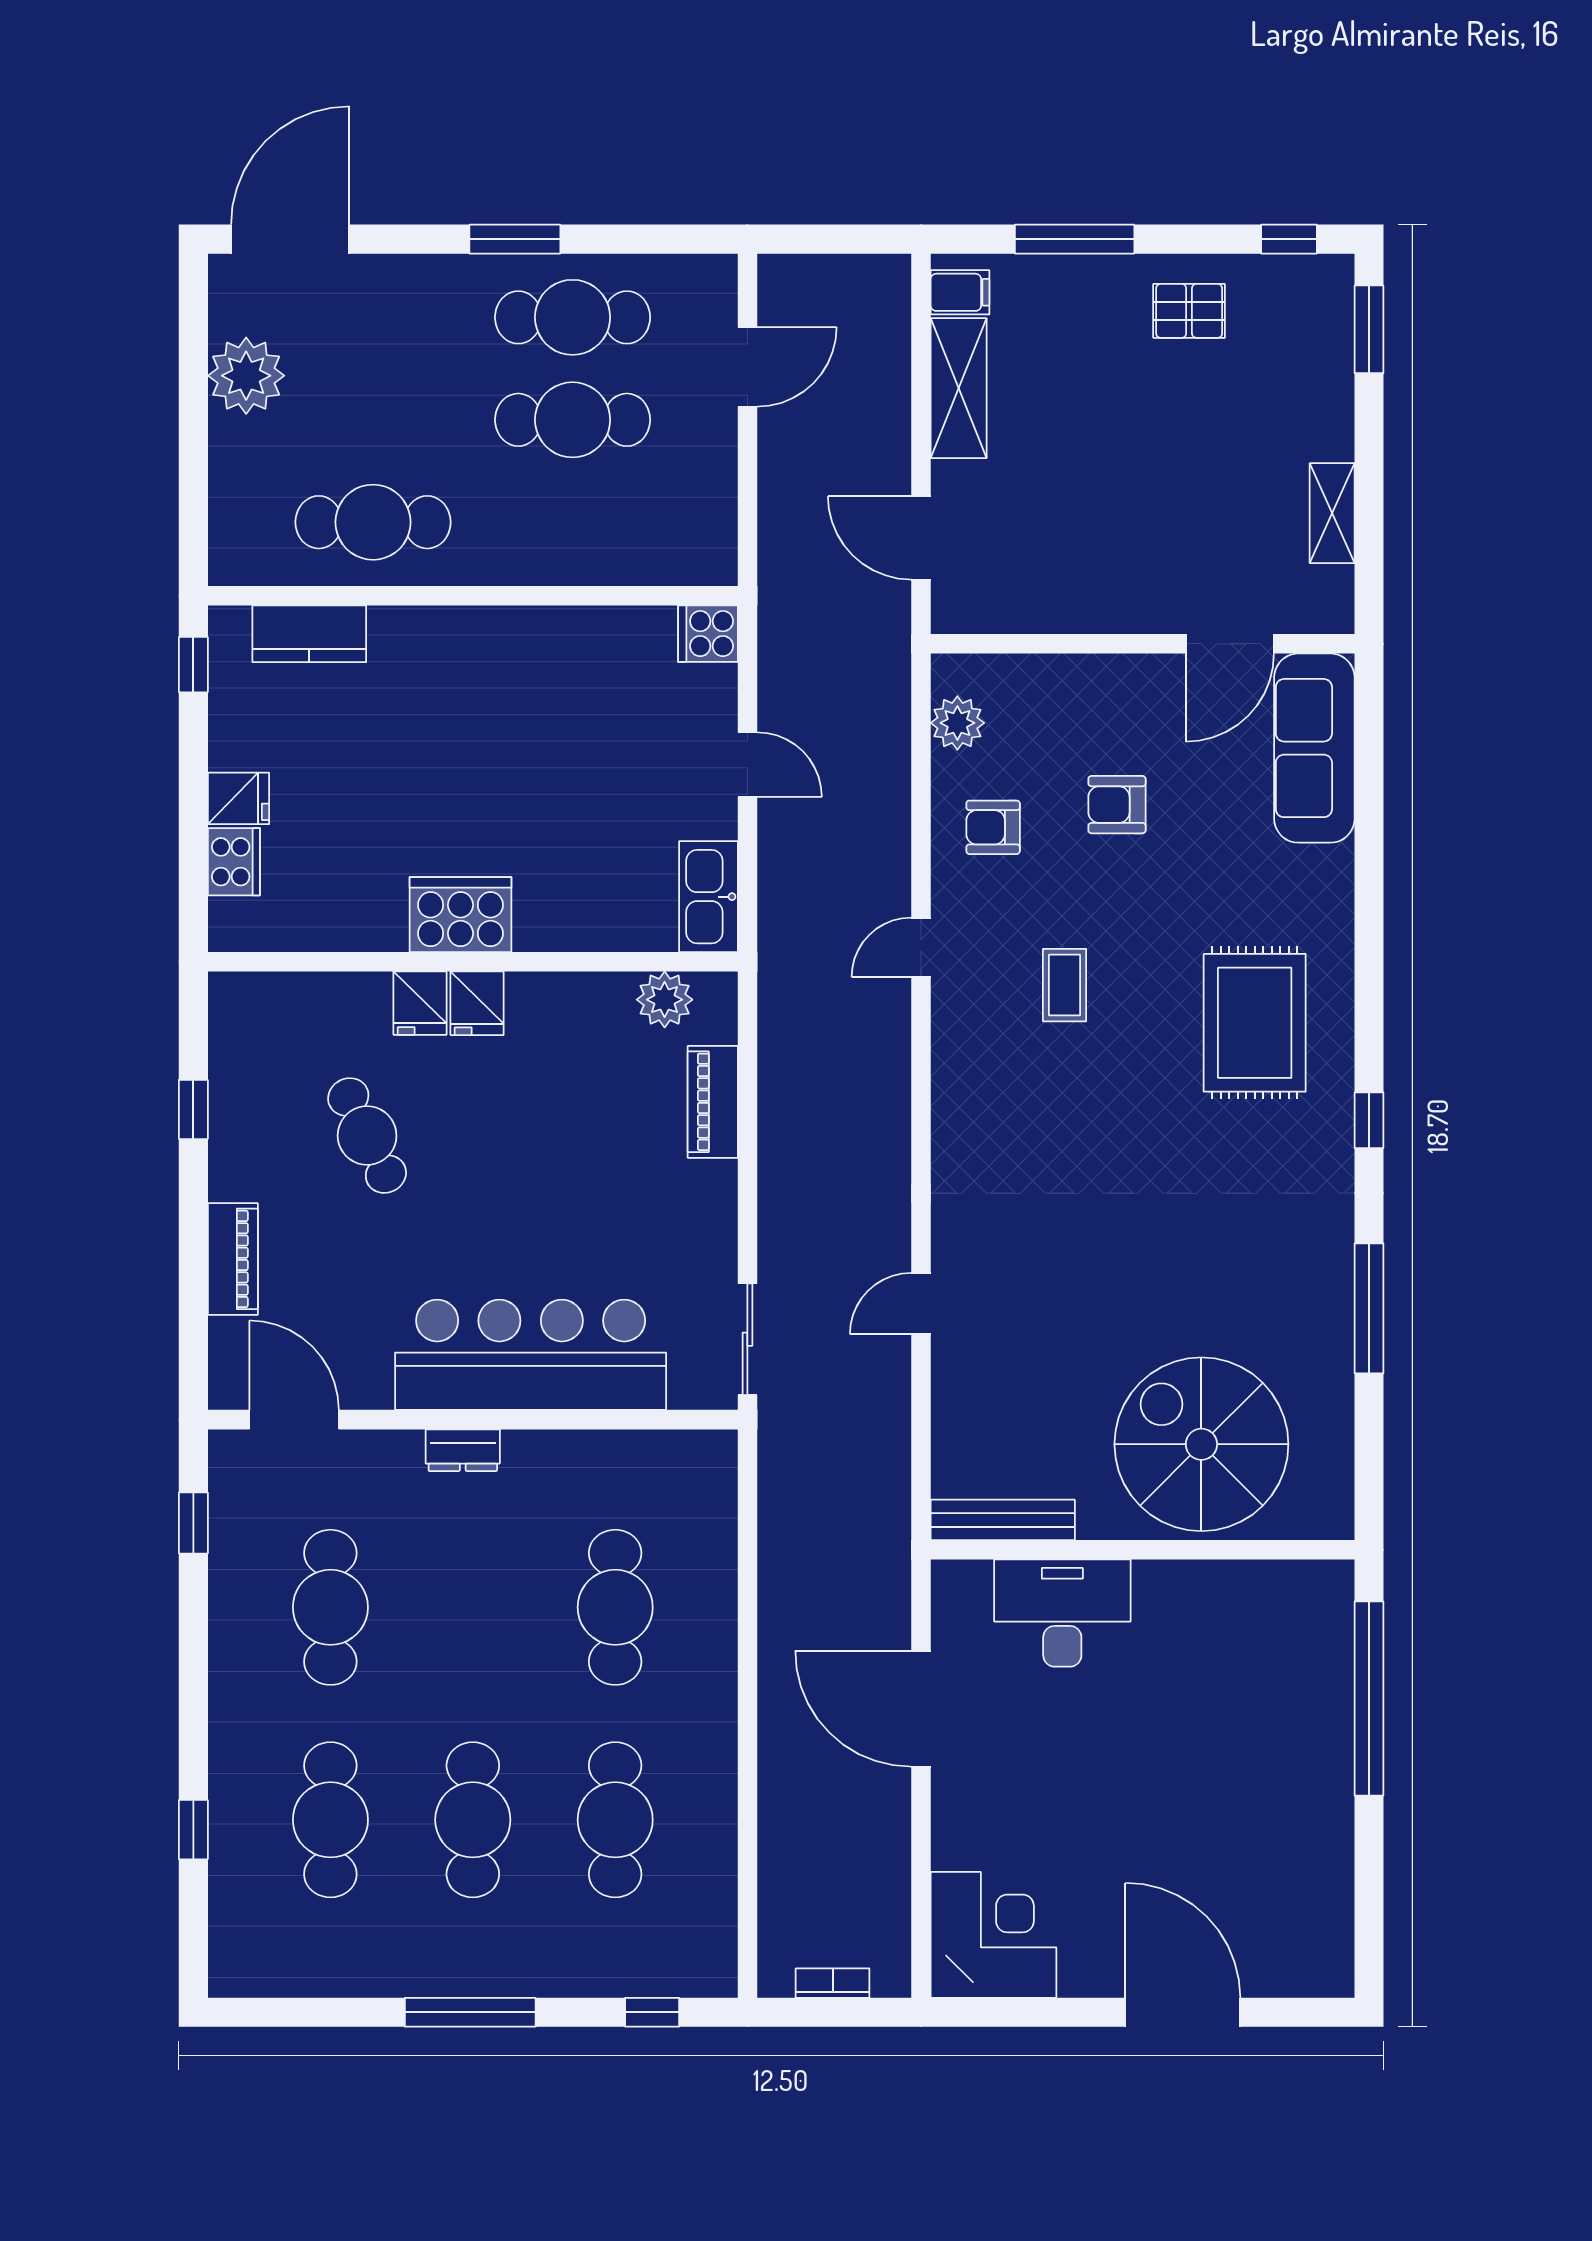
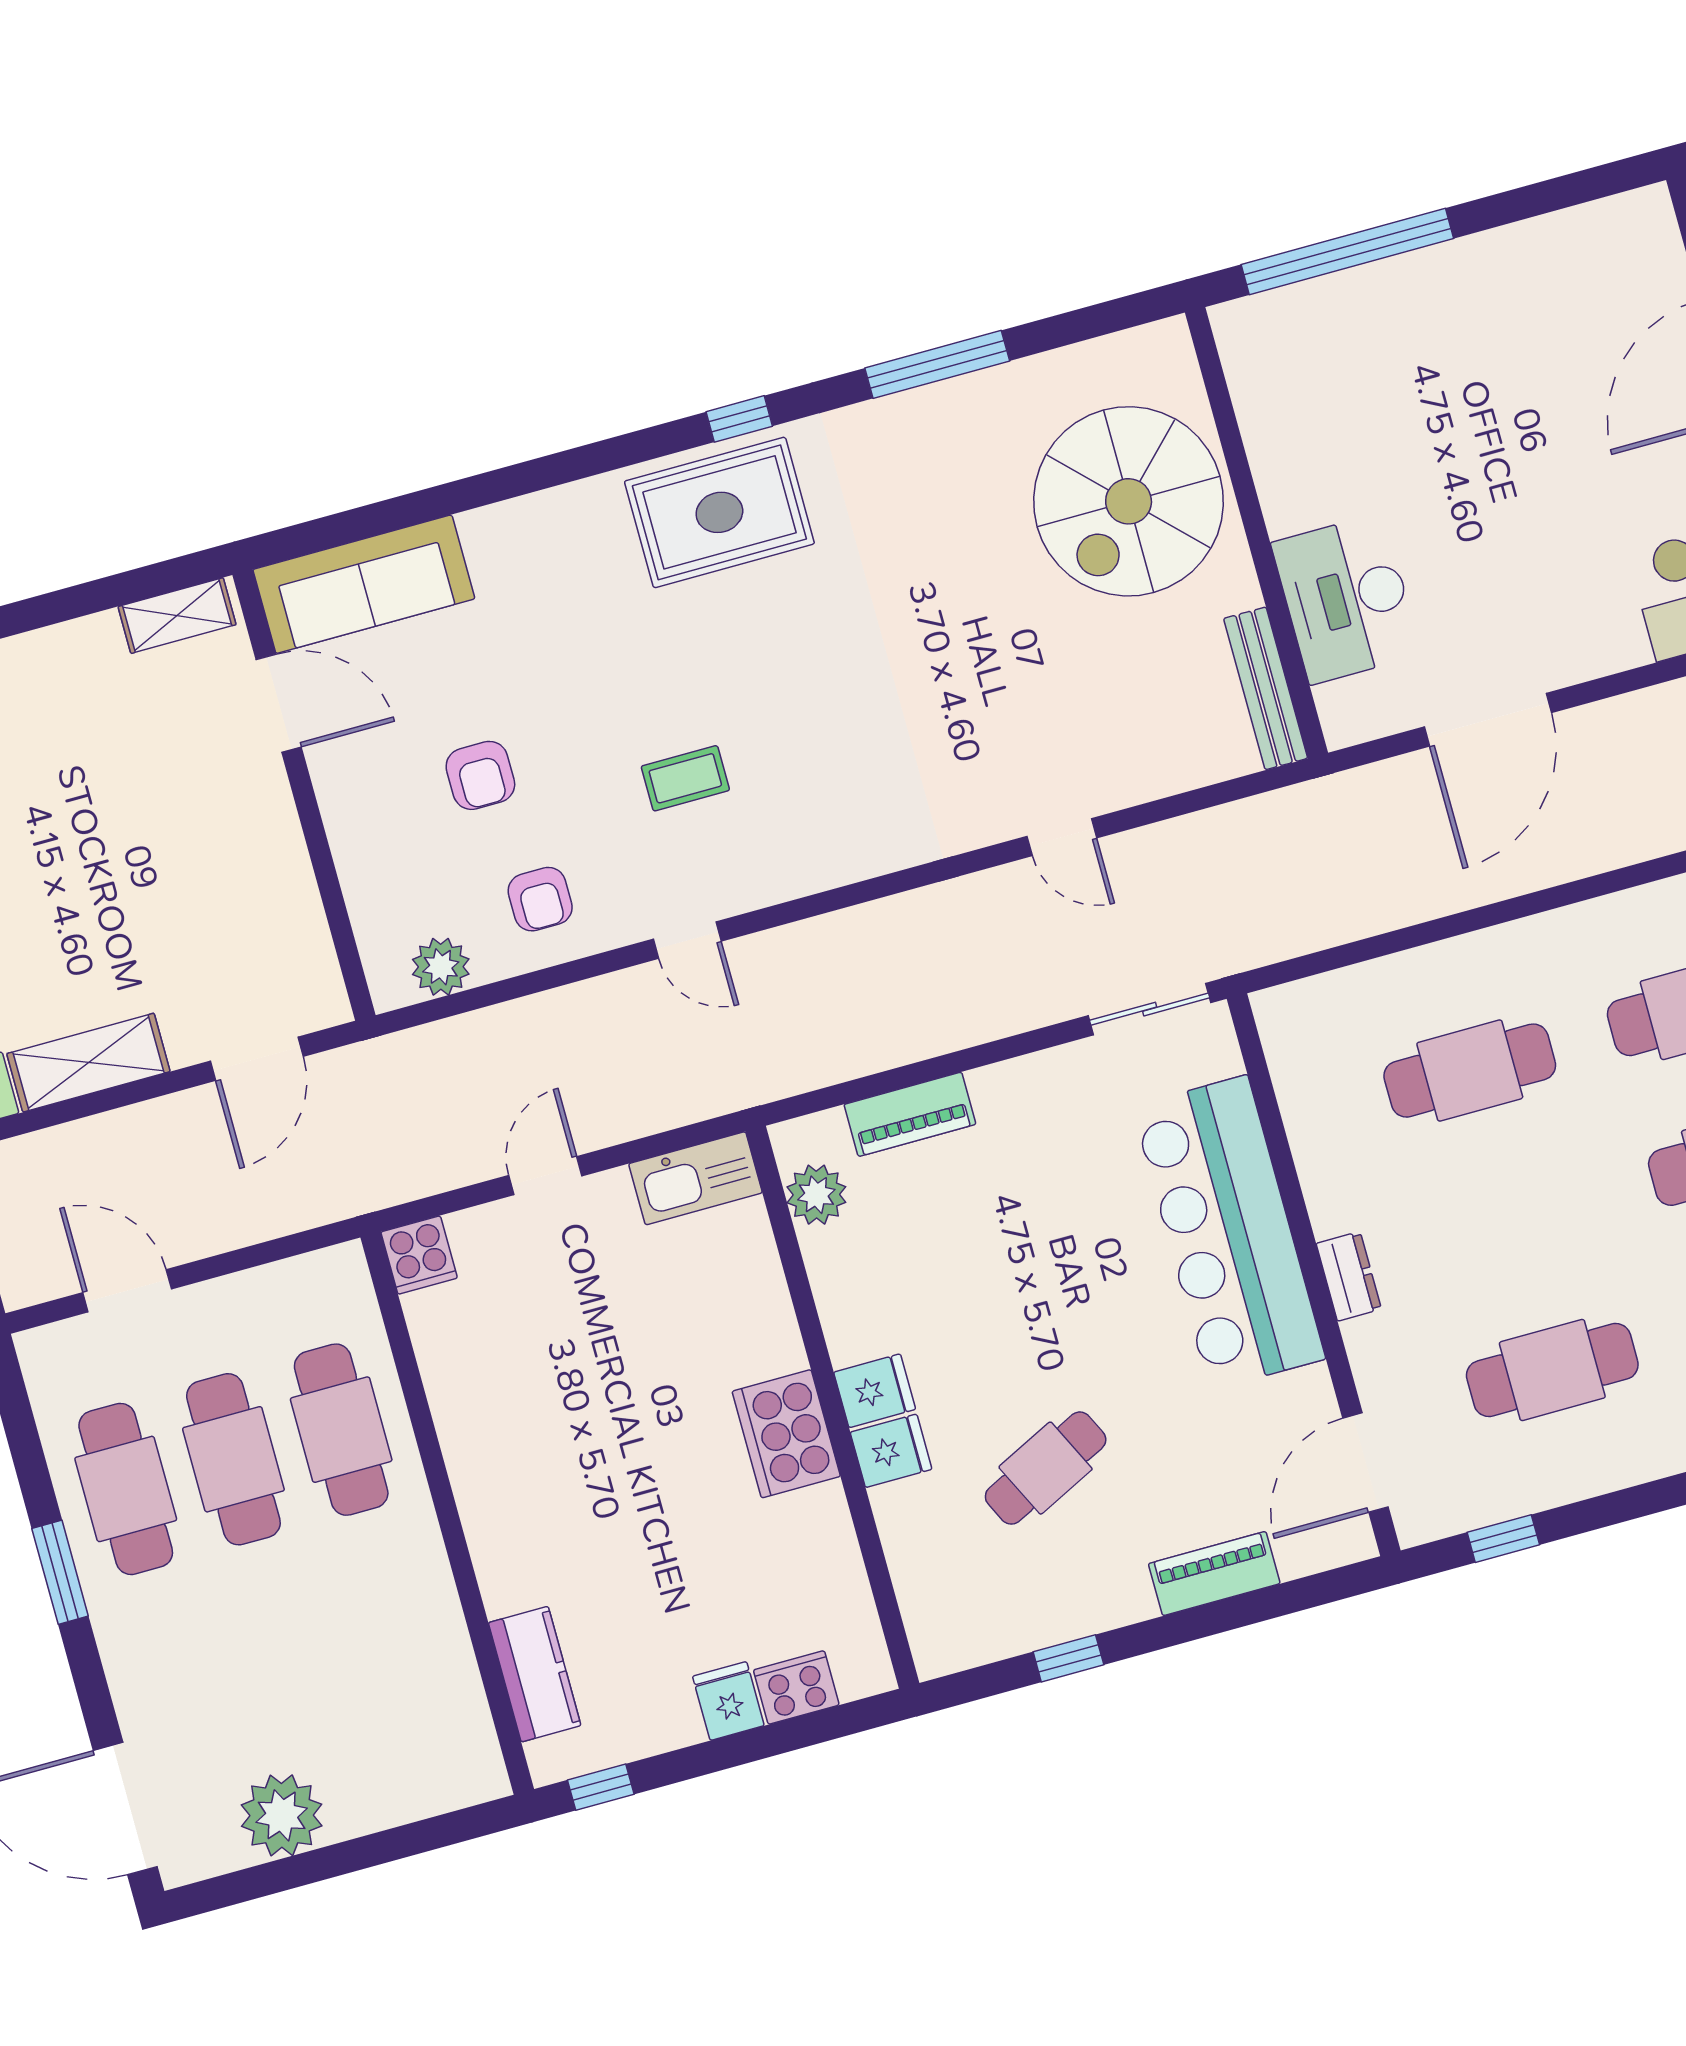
shelving: (1332, 513) -> (177, 616), moved
cafe table: (373, 522) -> (341, 1430), moved
rug: (1255, 1023) -> (719, 512), moved

